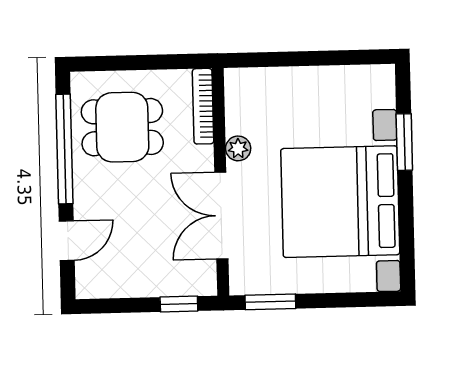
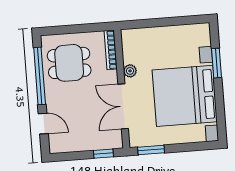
door: (67, 241) -> (43, 124), hinge flipped

